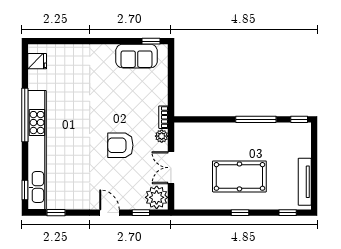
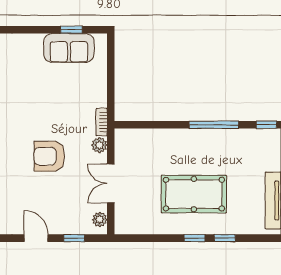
window: (151, 41) -> (71, 30), moved
plant: (157, 197) -> (100, 219), width x0.53, depth x0.53
window: (288, 213) -> (225, 238), moved

